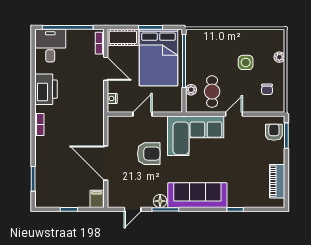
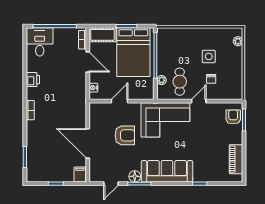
plant: (279, 57) -> (238, 41), moved
printer: (46, 89) -> (33, 80), width x0.53, depth x0.68
chair: (267, 89) -> (211, 79), moved

